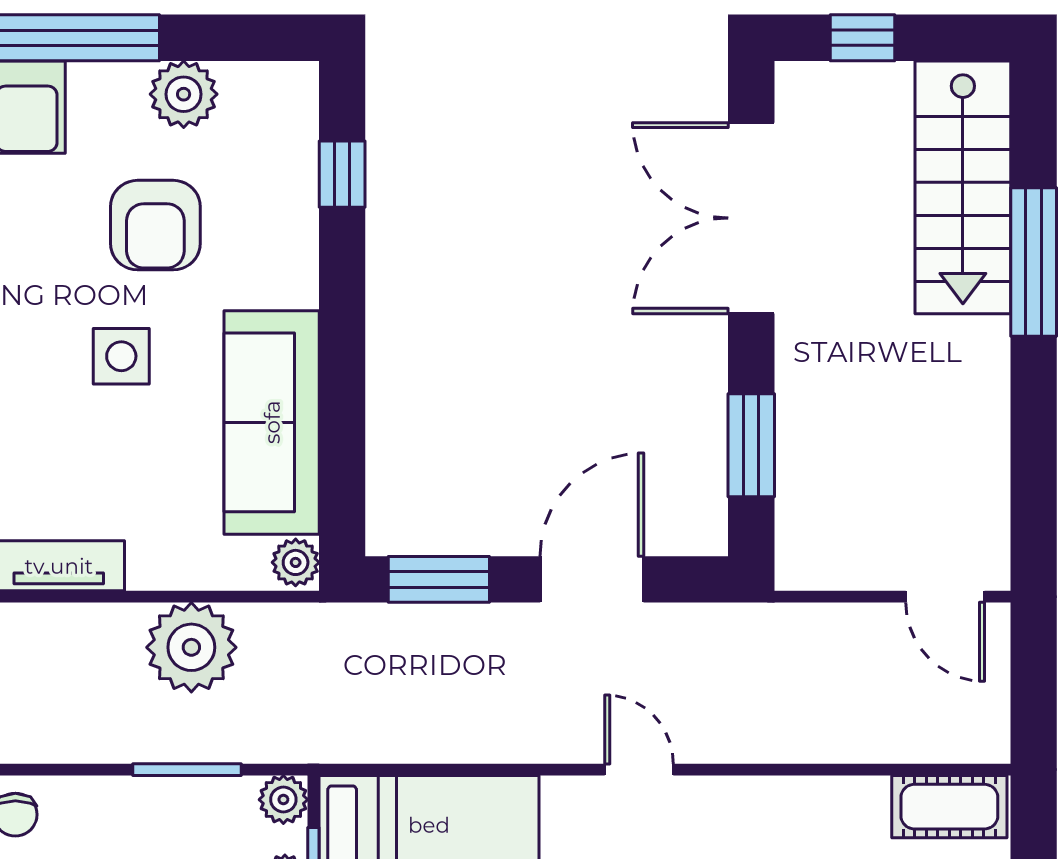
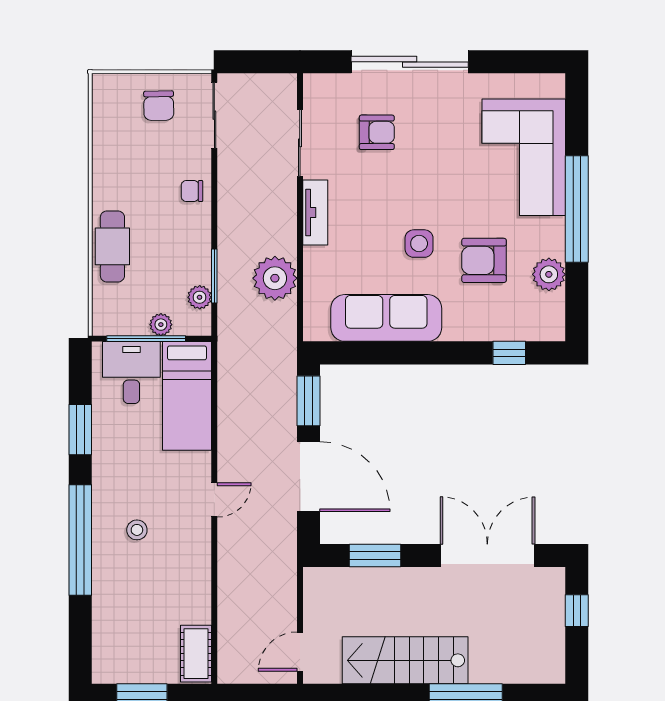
stairs: (963, 187) -> (405, 660), moved
plant: (296, 562) -> (317, 330), removed
door: (592, 579) -> (309, 477), width x1.36
plant: (283, 800) -> (200, 297), moved

